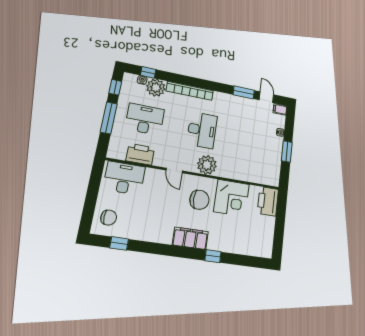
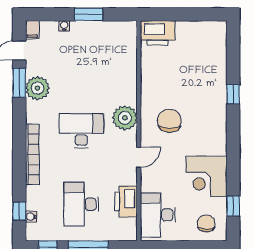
plant: (156, 88) -> (37, 88), moved
corner desk: (232, 198) -> (206, 176), moved, turned 180
filing cabinet: (190, 238) -> (216, 125), removed

